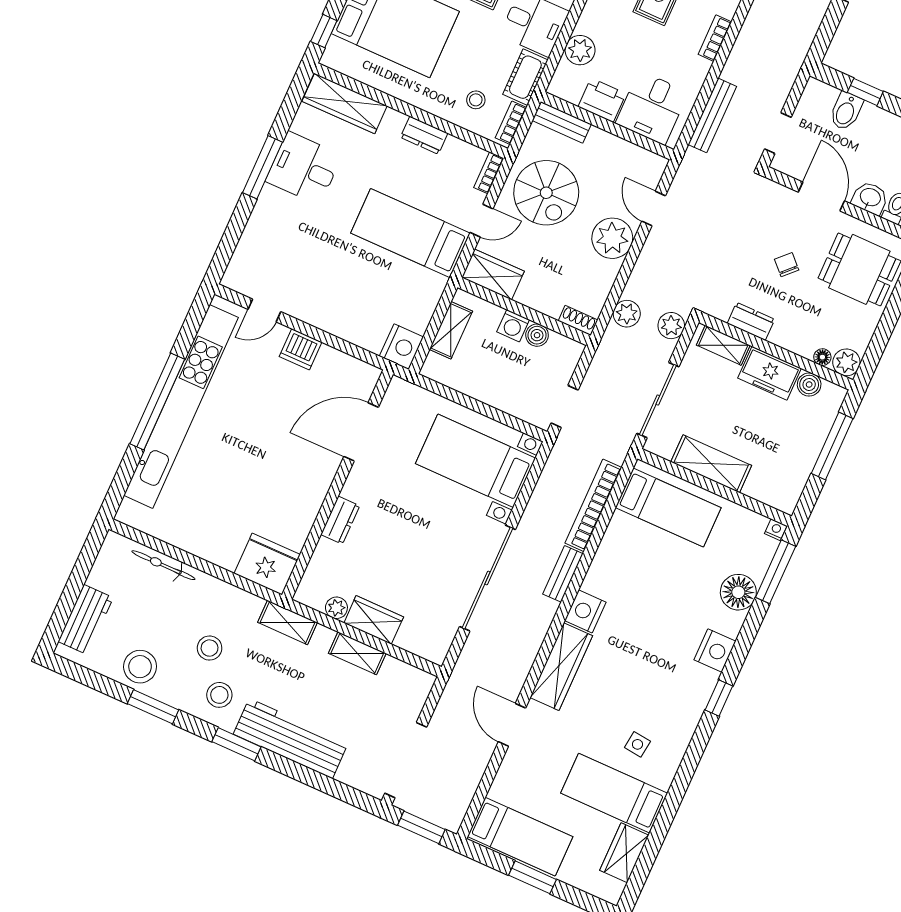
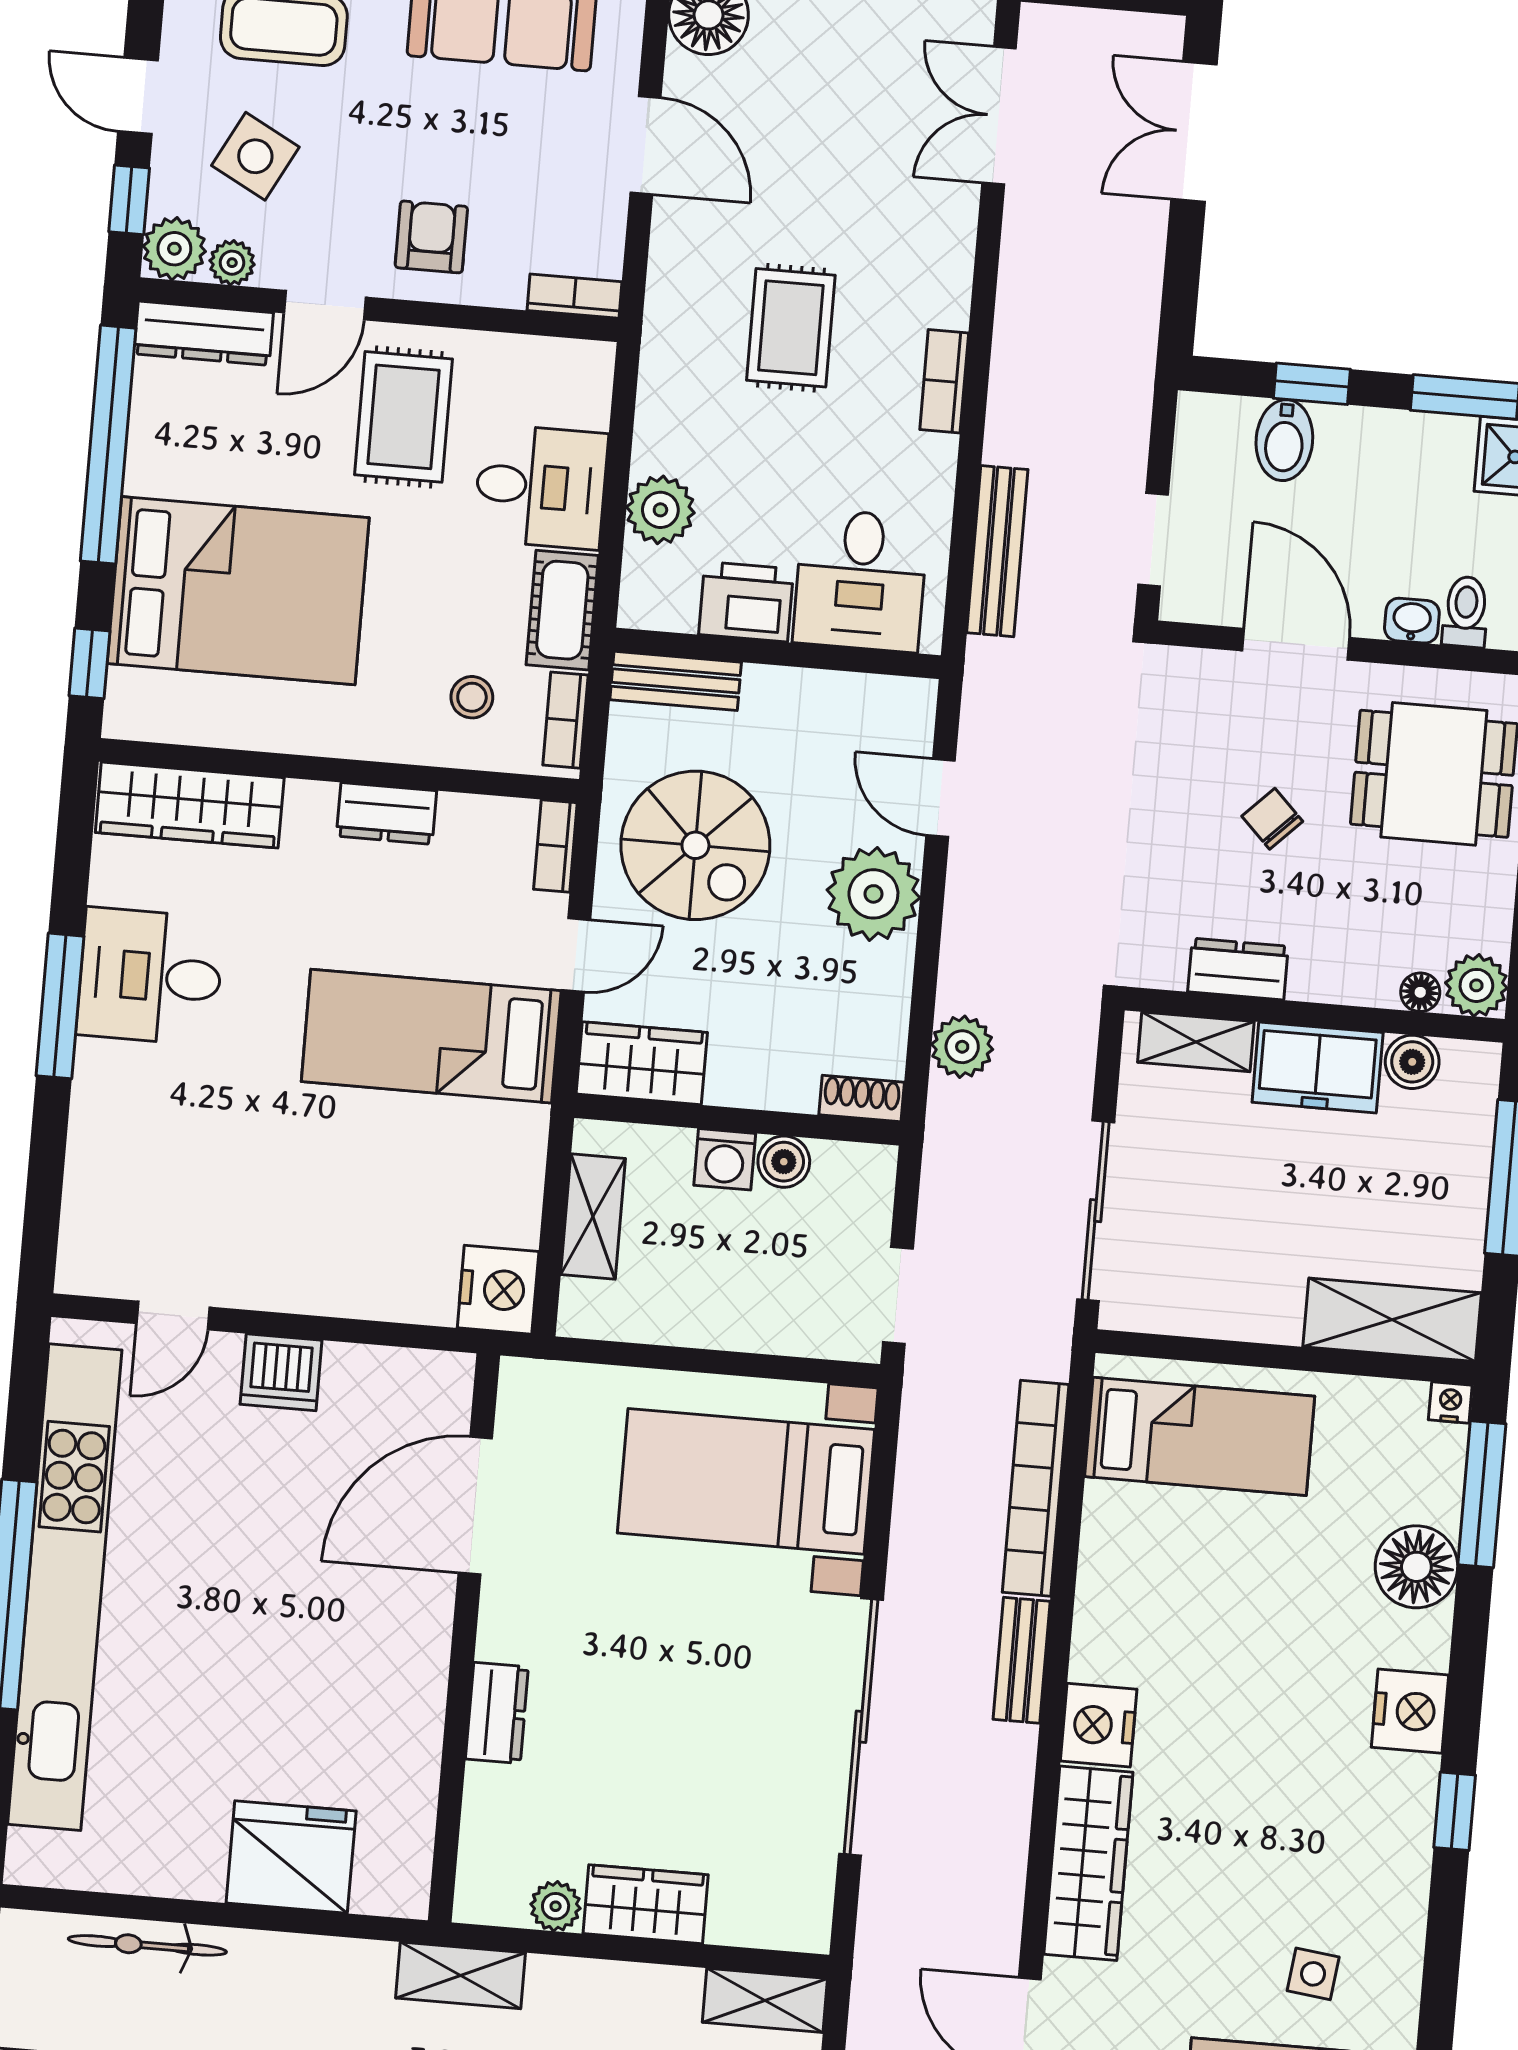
washbasin: (870, 198) -> (1412, 621), width x0.72, depth x0.69
plant: (671, 326) -> (1068, 1039), removed
shelving: (711, 464) -> (1392, 1320), moved
fridge: (267, 564) -> (291, 1857), moved
shelving: (357, 653) -> (765, 2000), moved

